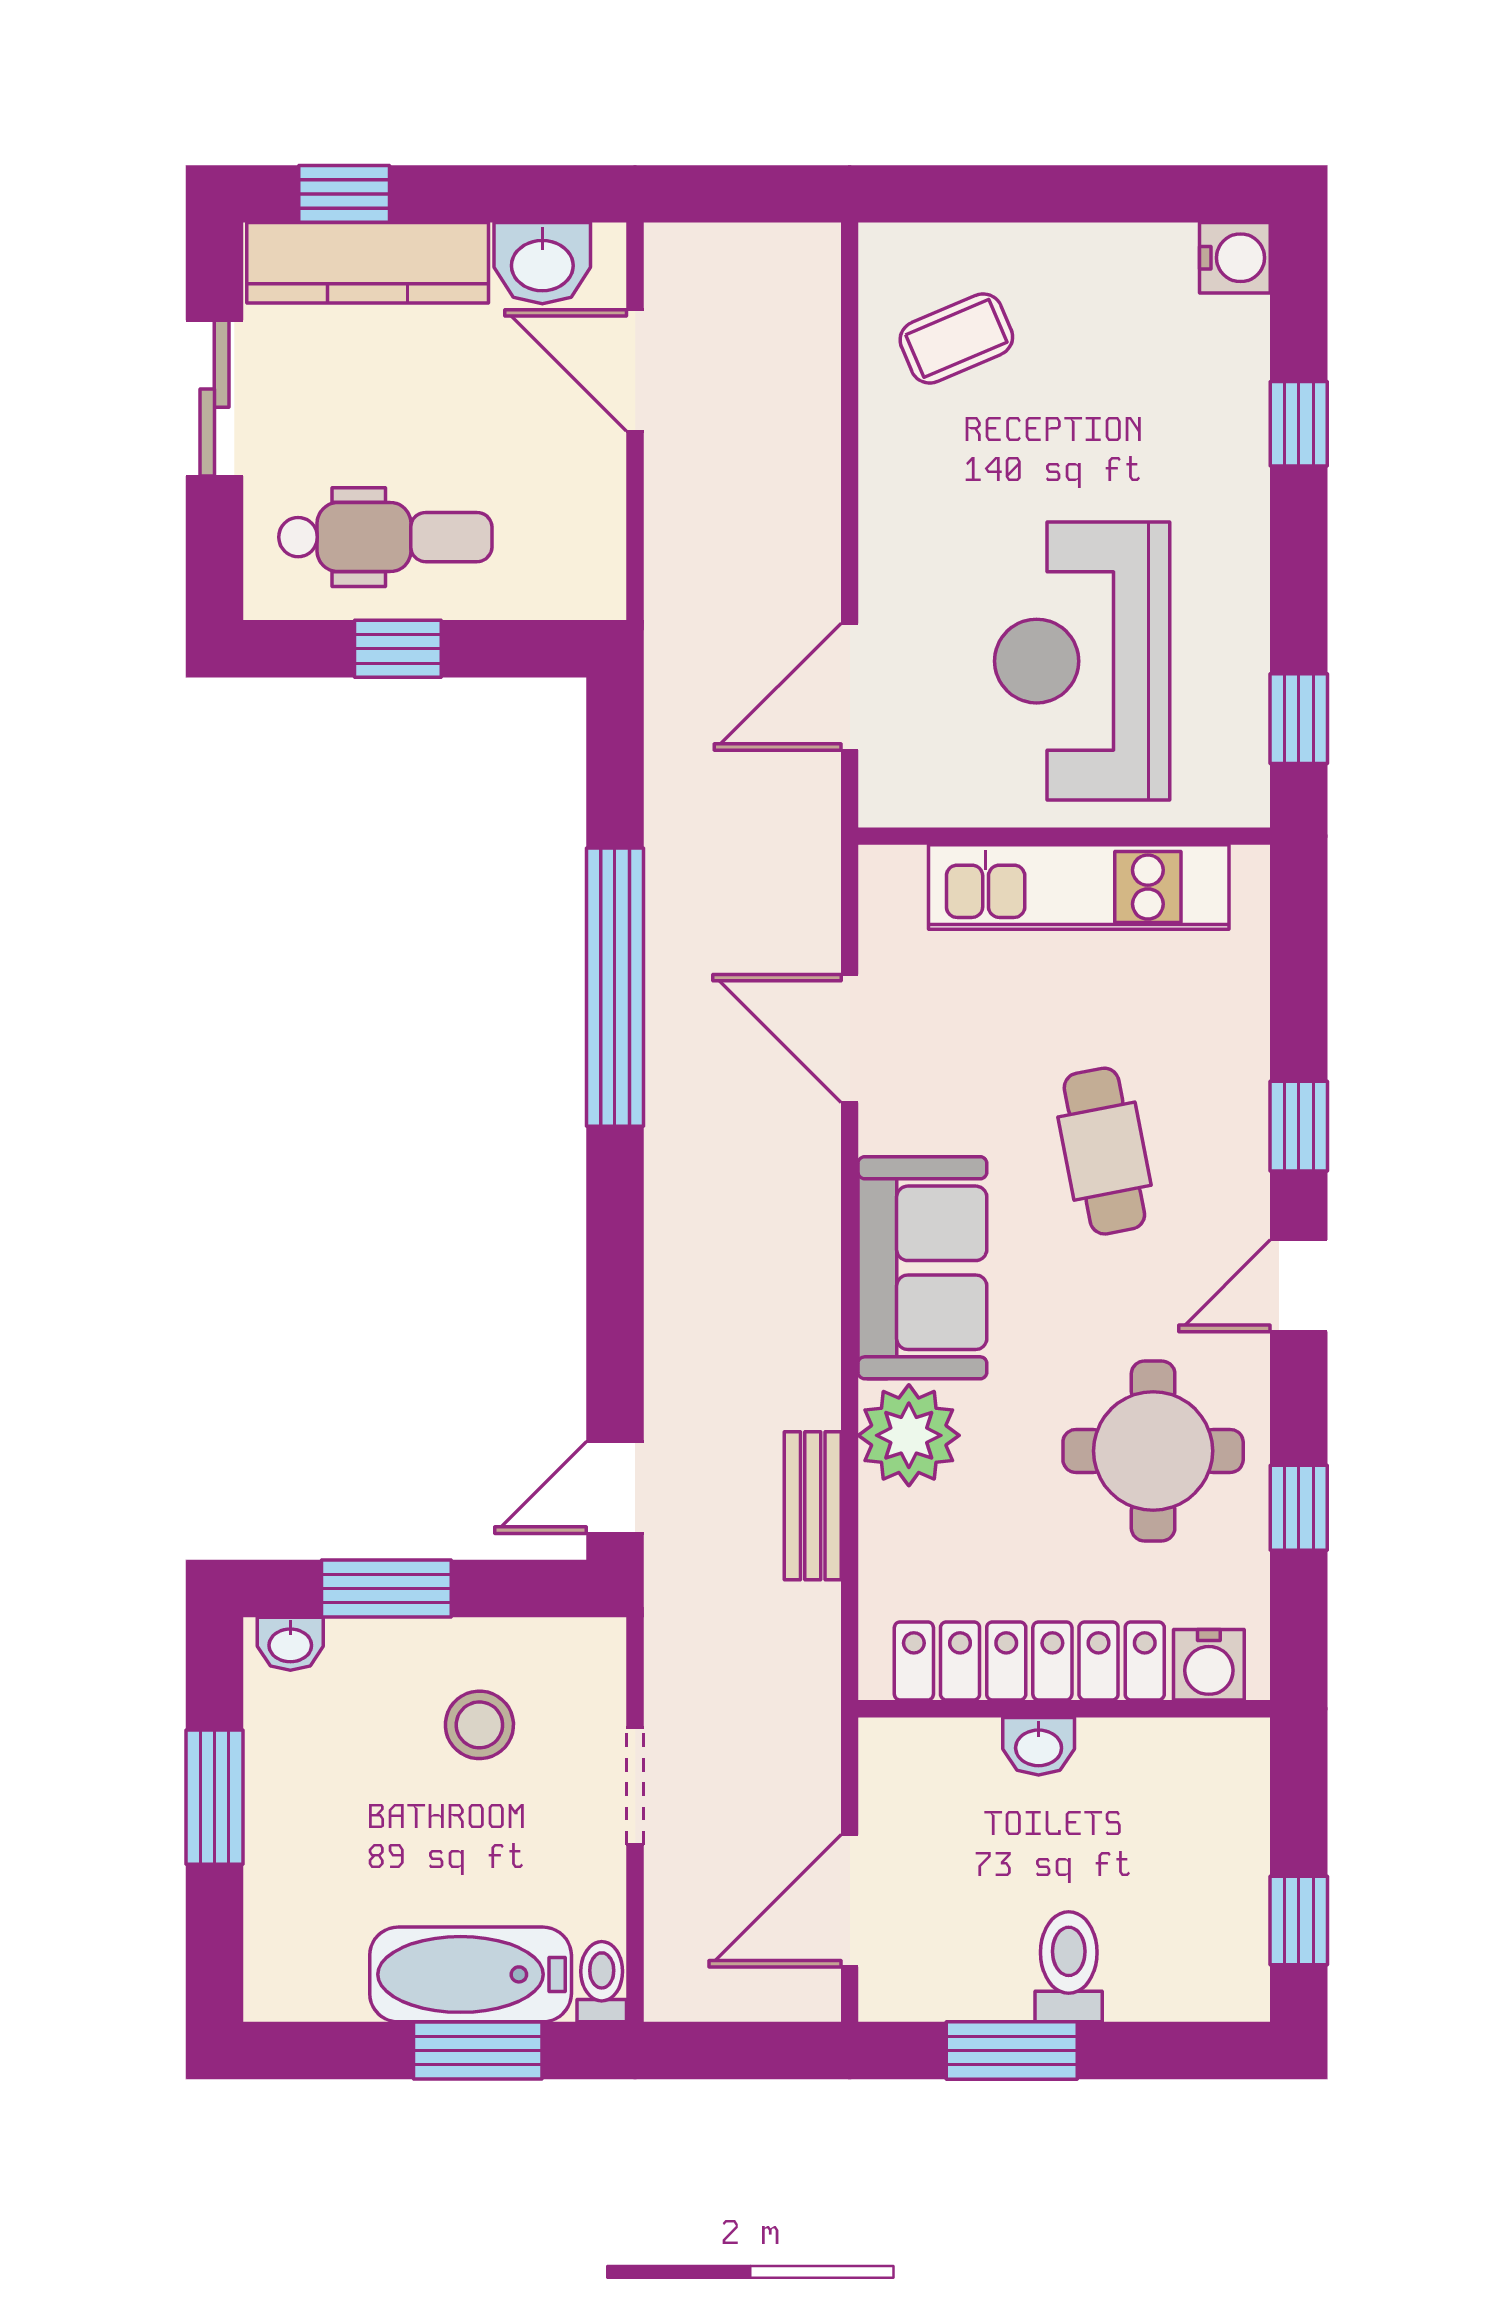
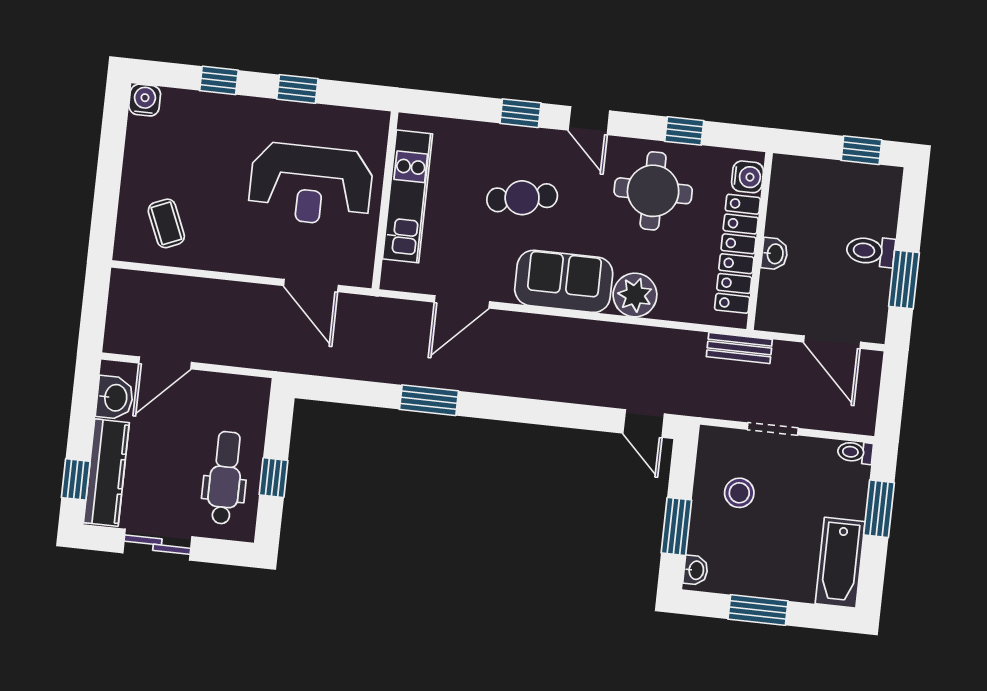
window: (1299, 719) -> (297, 89), moved
window: (615, 987) -> (429, 400), width x0.47
bench: (813, 1506) -> (739, 348), moved
bathtub: (471, 1974) -> (840, 563), moved

